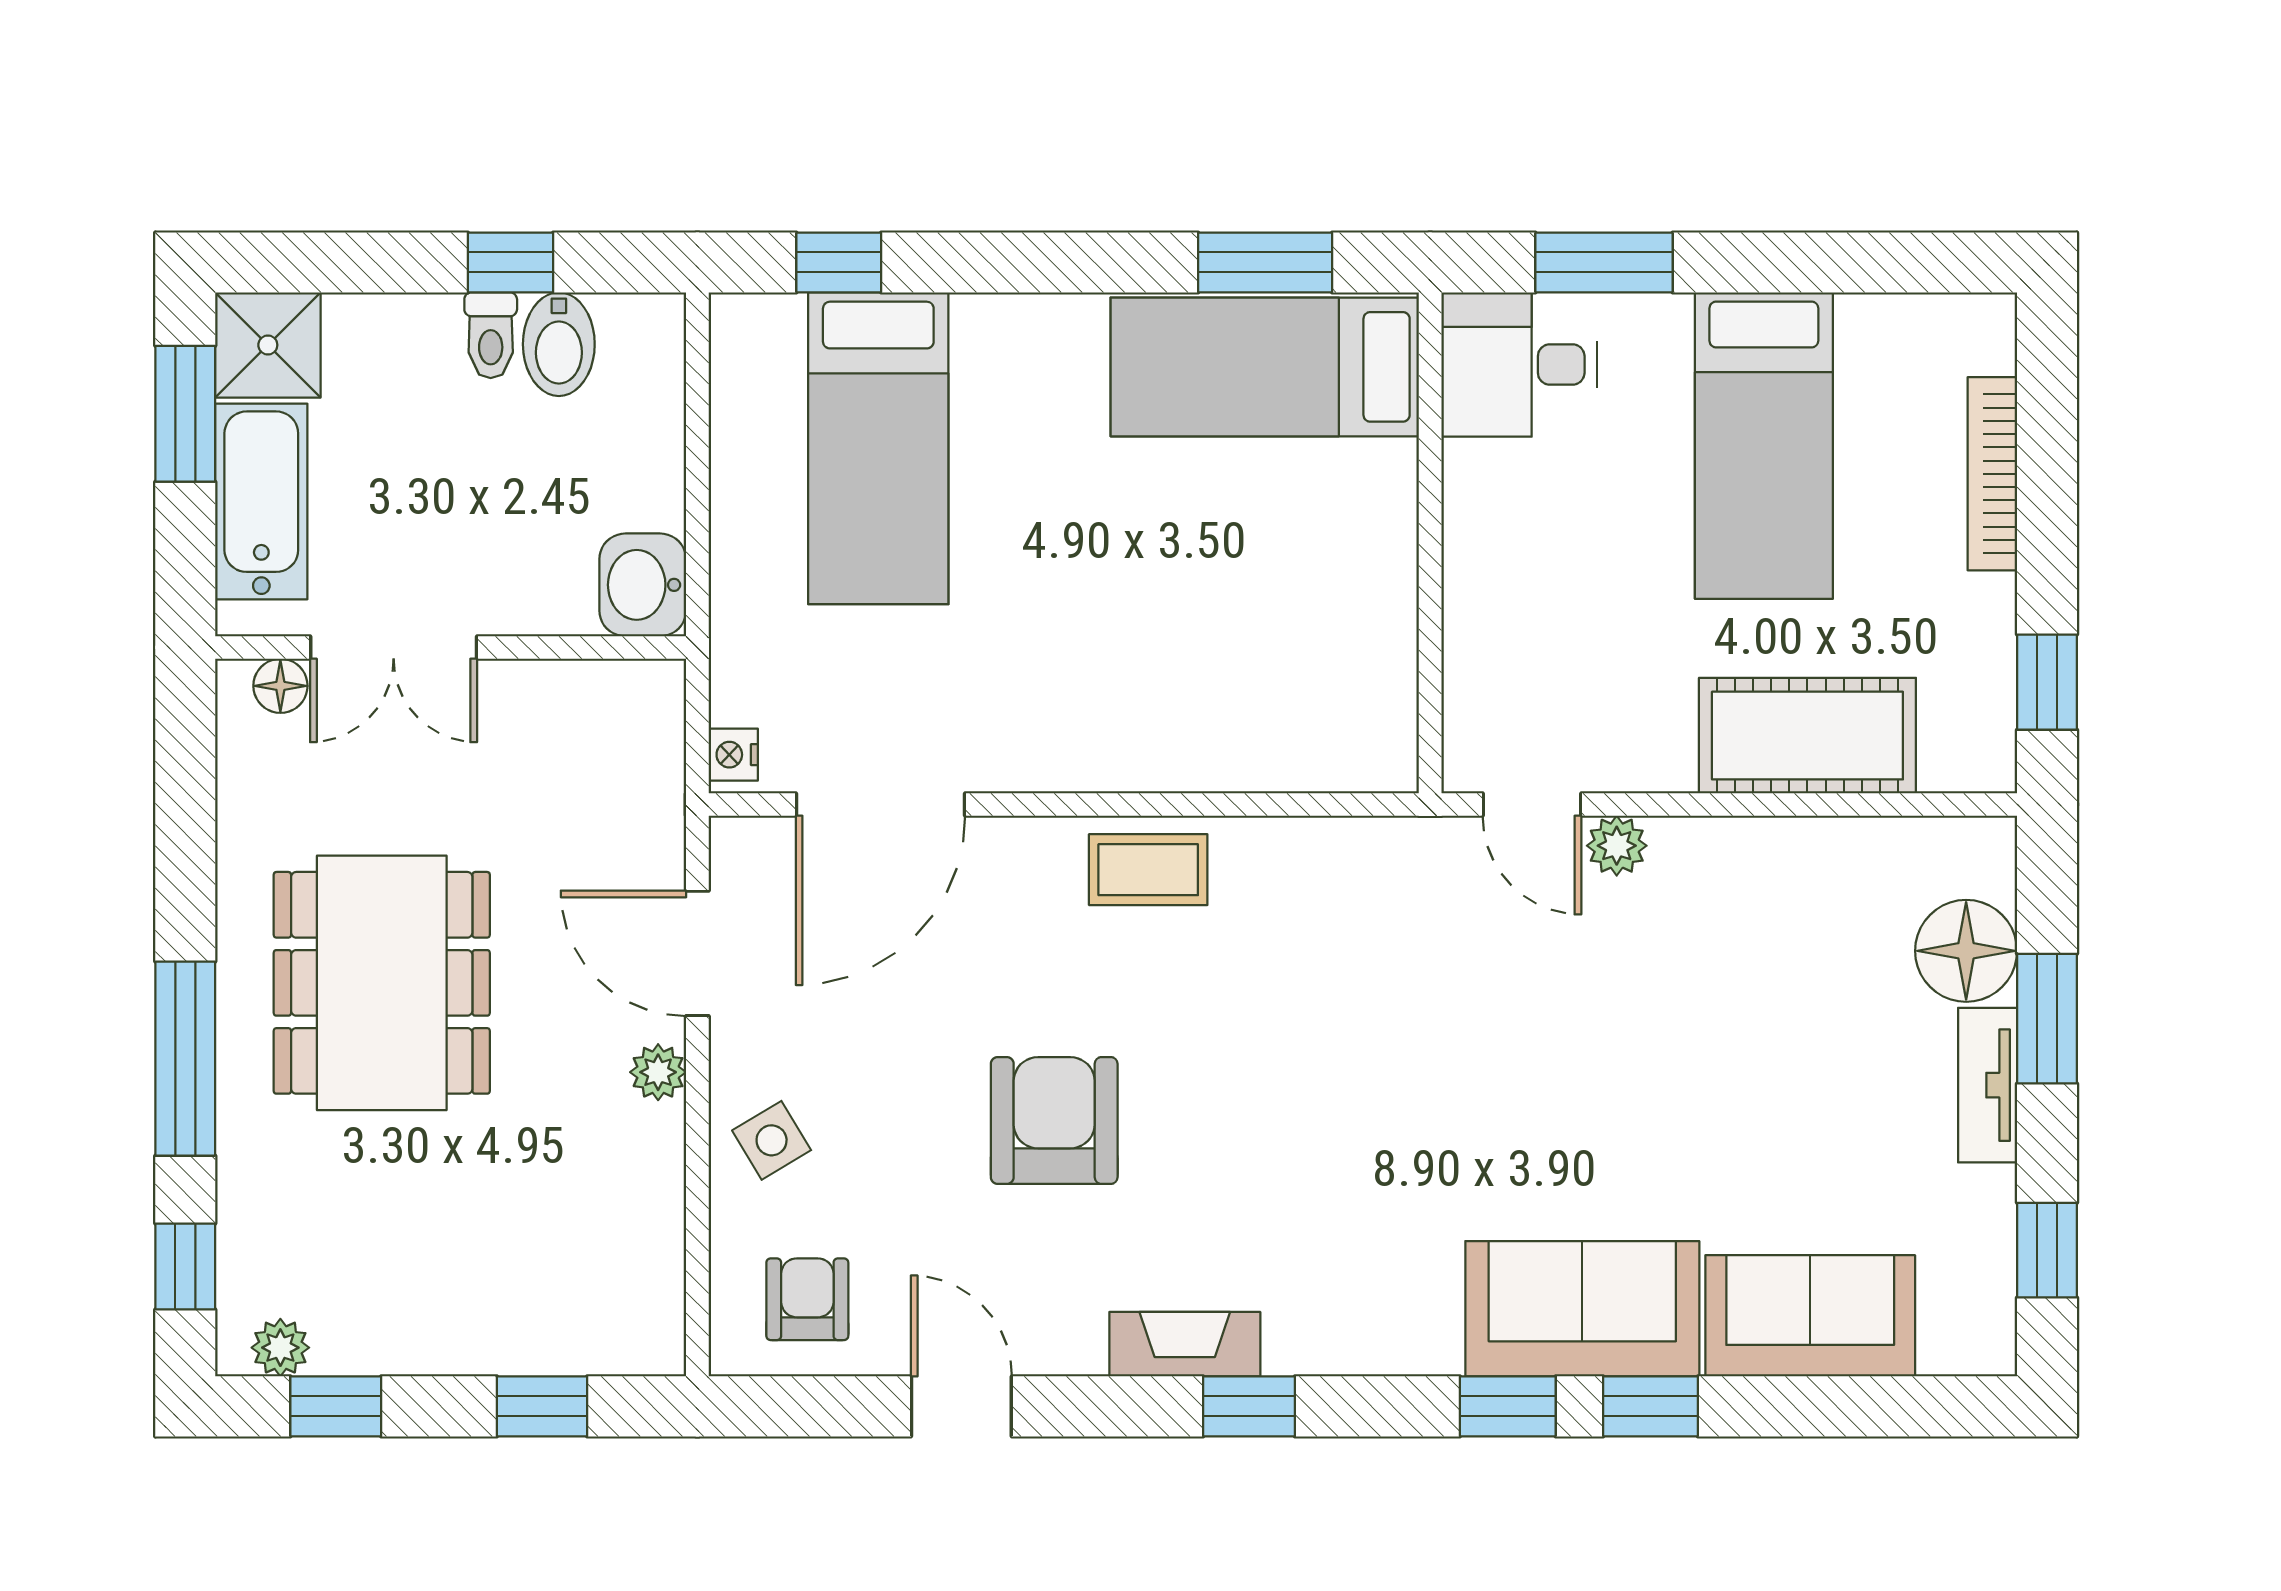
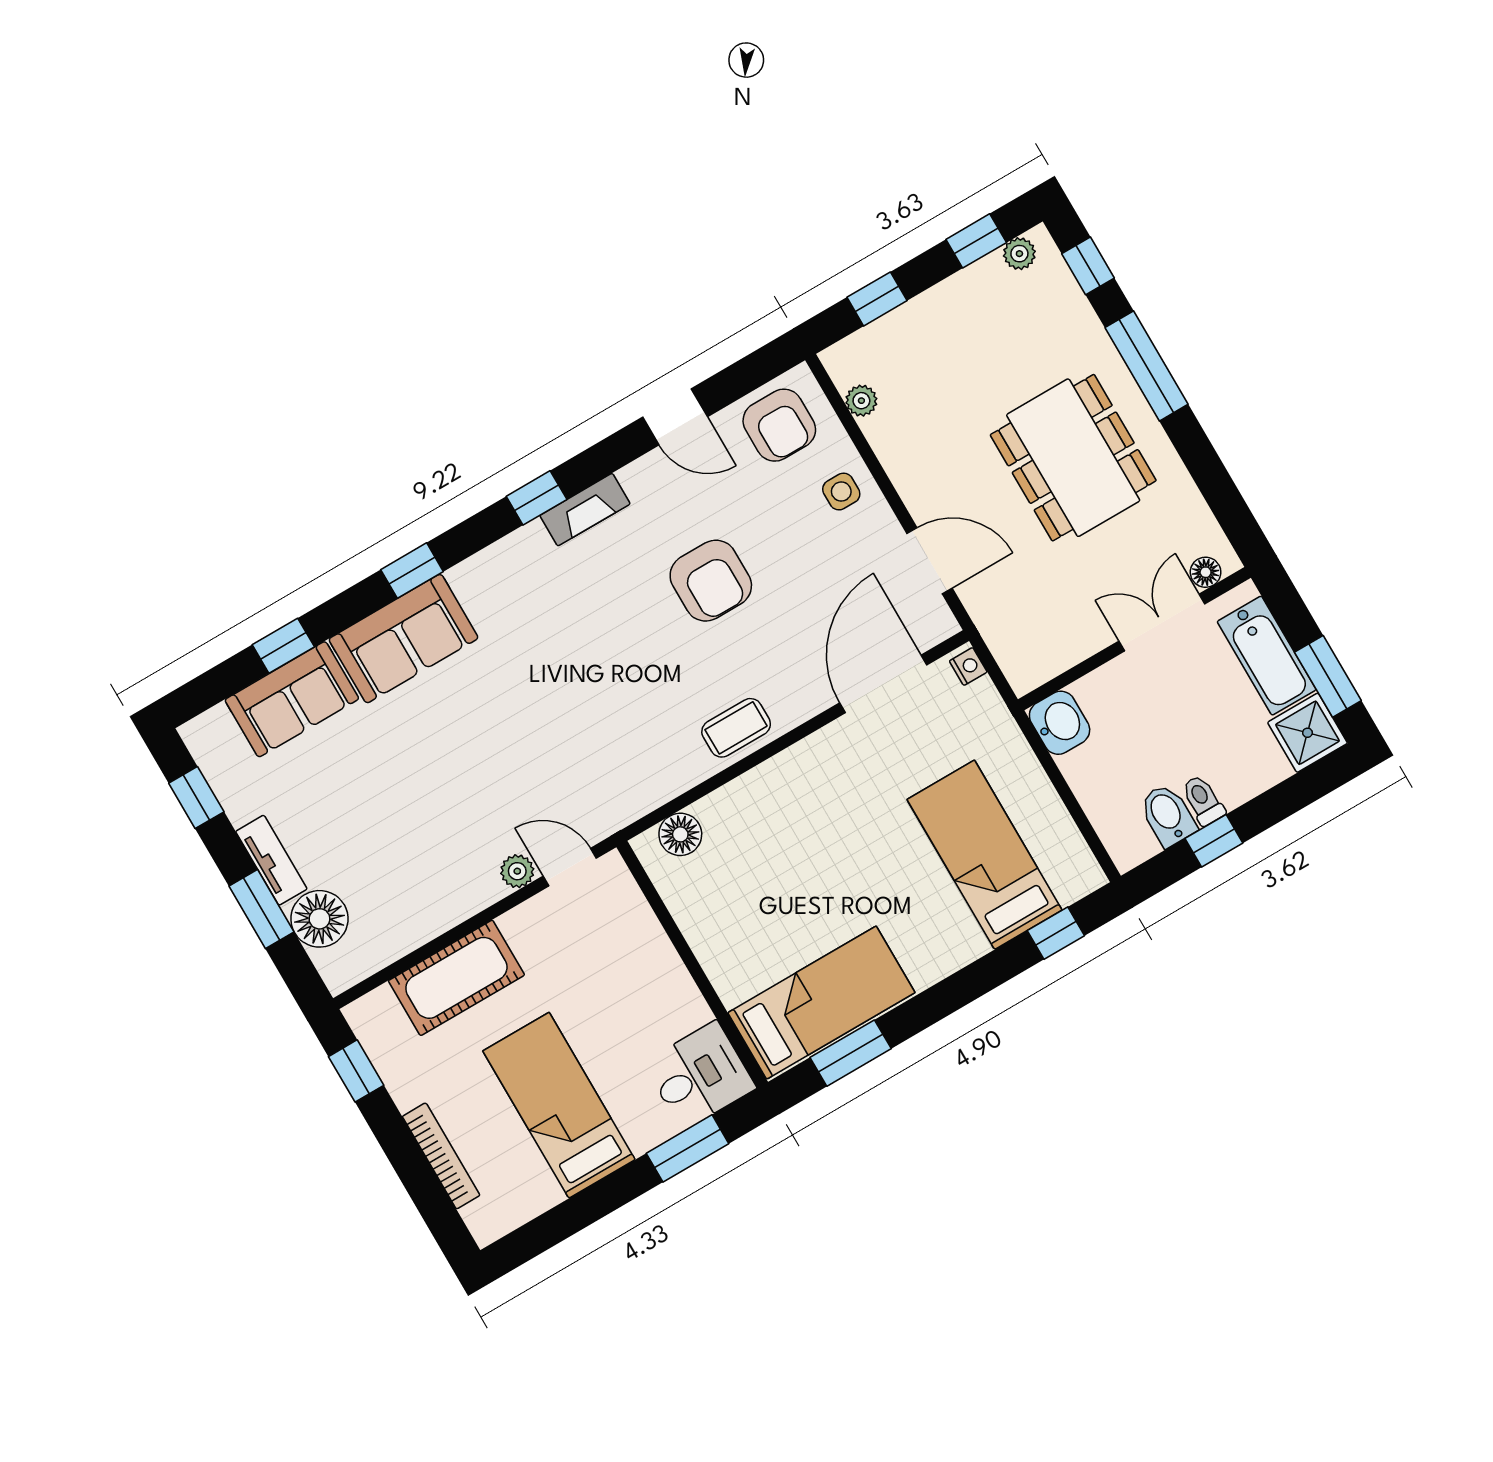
floor lamp: (1331, 755) -> (680, 834), added
plant: (658, 1072) -> (861, 401), moved
side table: (772, 1140) -> (841, 492), turned 31
armchair: (807, 1299) -> (779, 425), width x1.38, depth x1.38
window: (1650, 1406) -> (283, 646), moved

